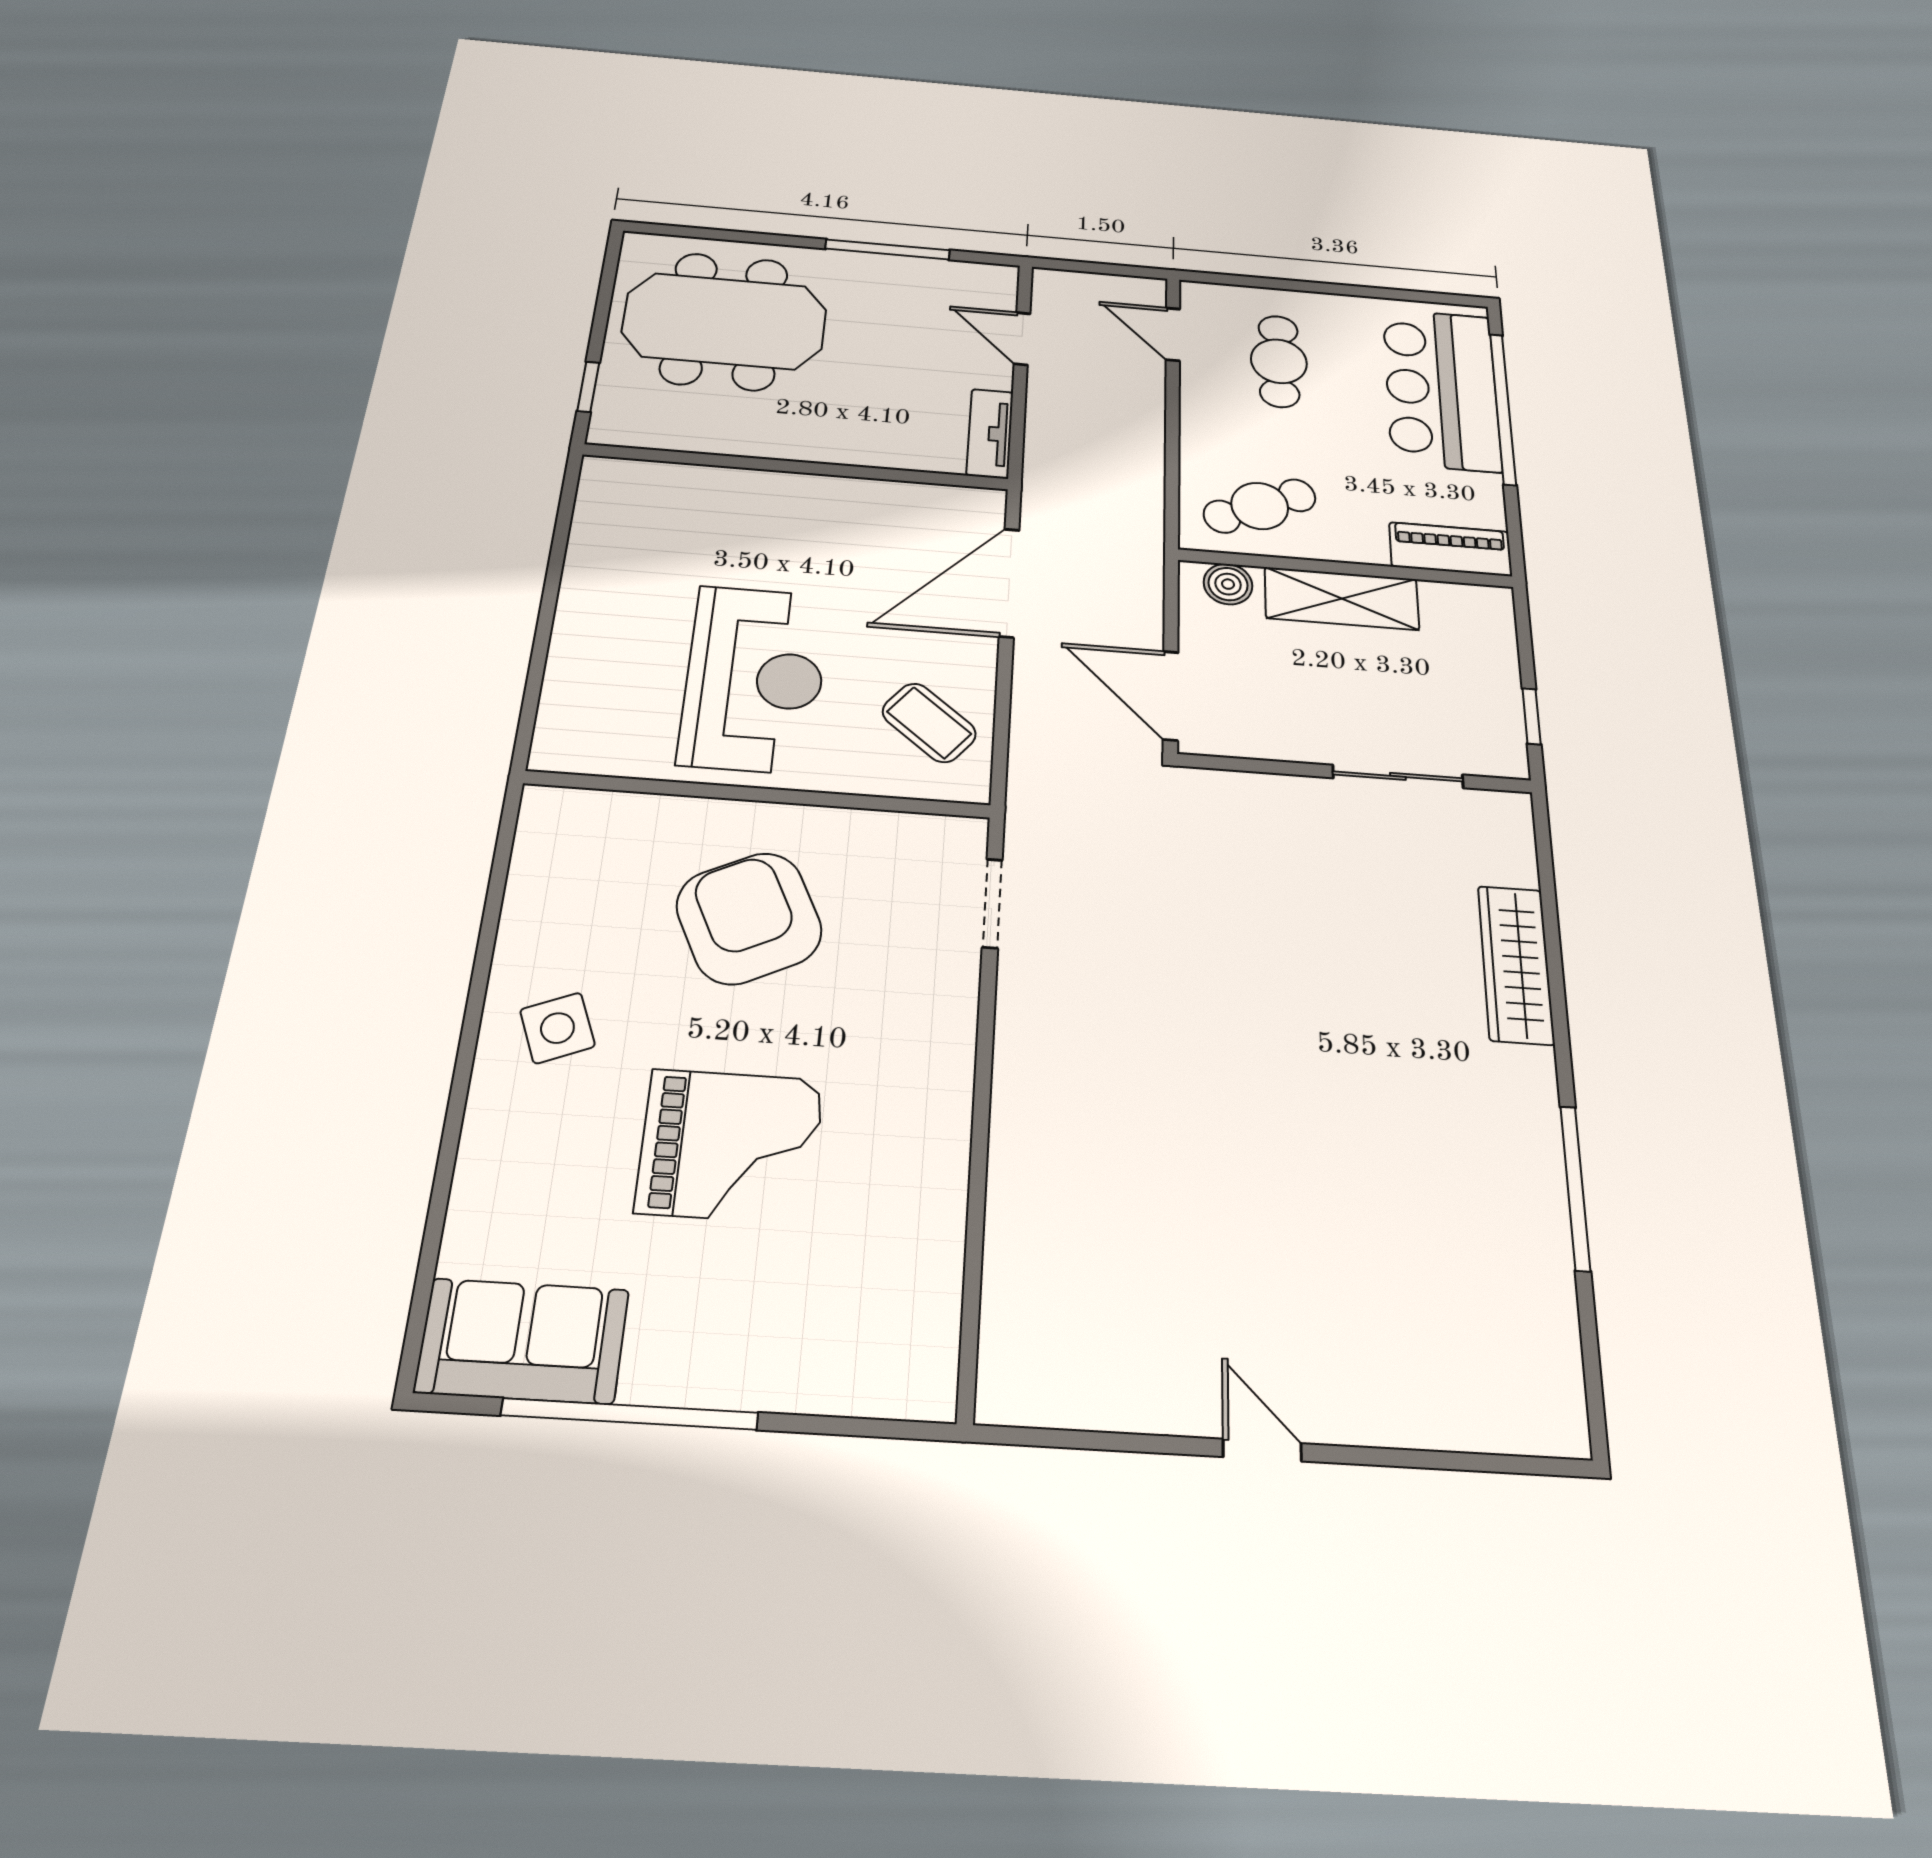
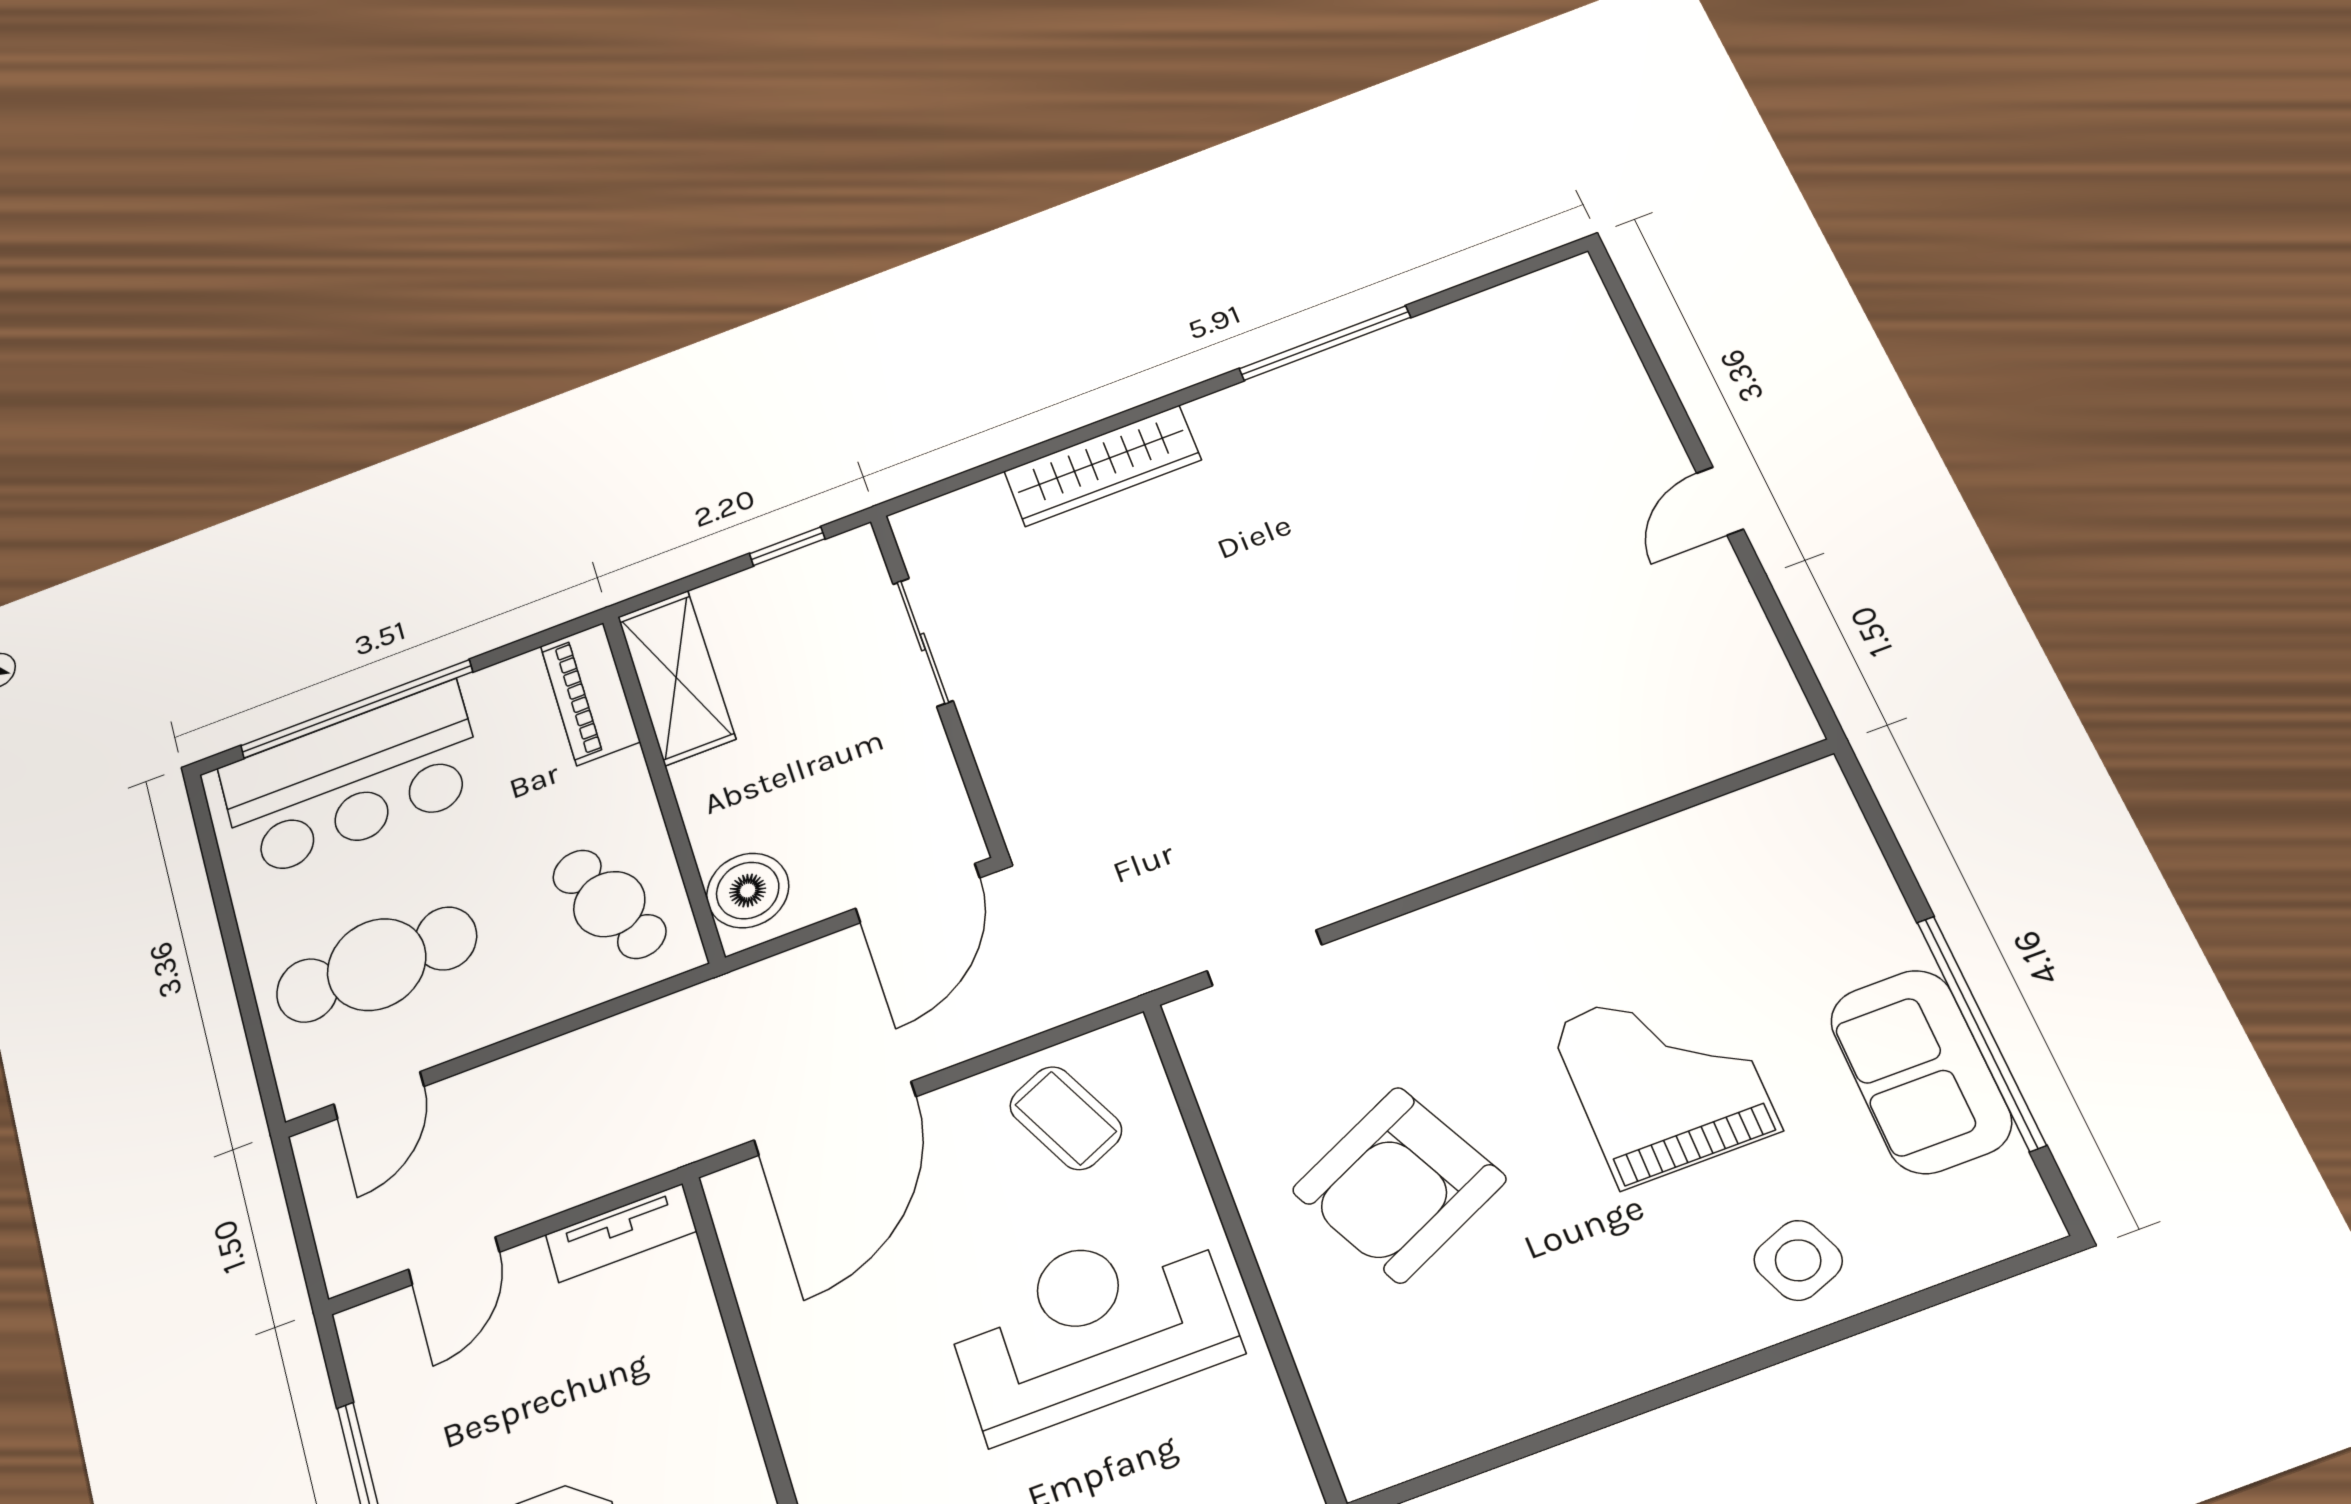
cafe table: (1279, 361) -> (377, 964), width x1.37, depth x1.35
door: (1009, 583) -> (835, 1118), hinge flipped
boiler: (1228, 584) -> (748, 890), width x1.36, depth x1.36
shelving: (1342, 599) -> (676, 678), moved
coffee table: (929, 723) -> (1066, 1118), turned -64
side table: (557, 1028) -> (1798, 1260), moved
sofa: (522, 1341) -> (1921, 1071), moved

